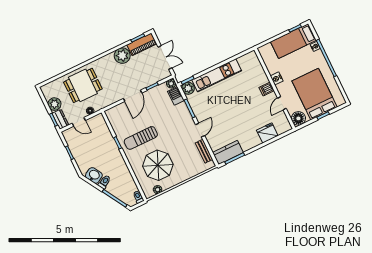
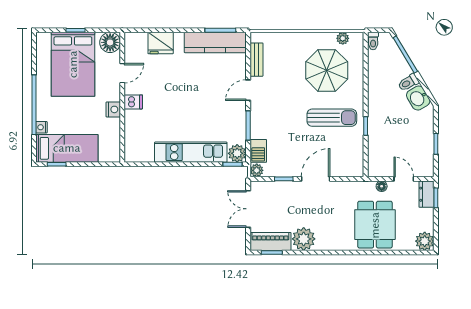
dining table: (83, 85) -> (375, 225), turned 90
plant: (54, 104) -> (425, 241), moved
kitchen counter: (228, 152) -> (215, 42), width x1.50

